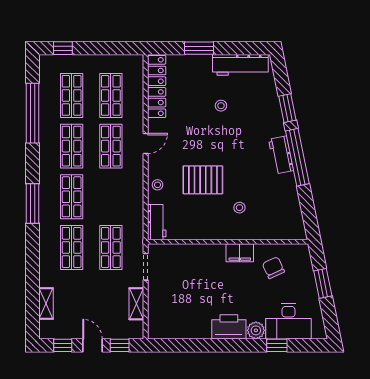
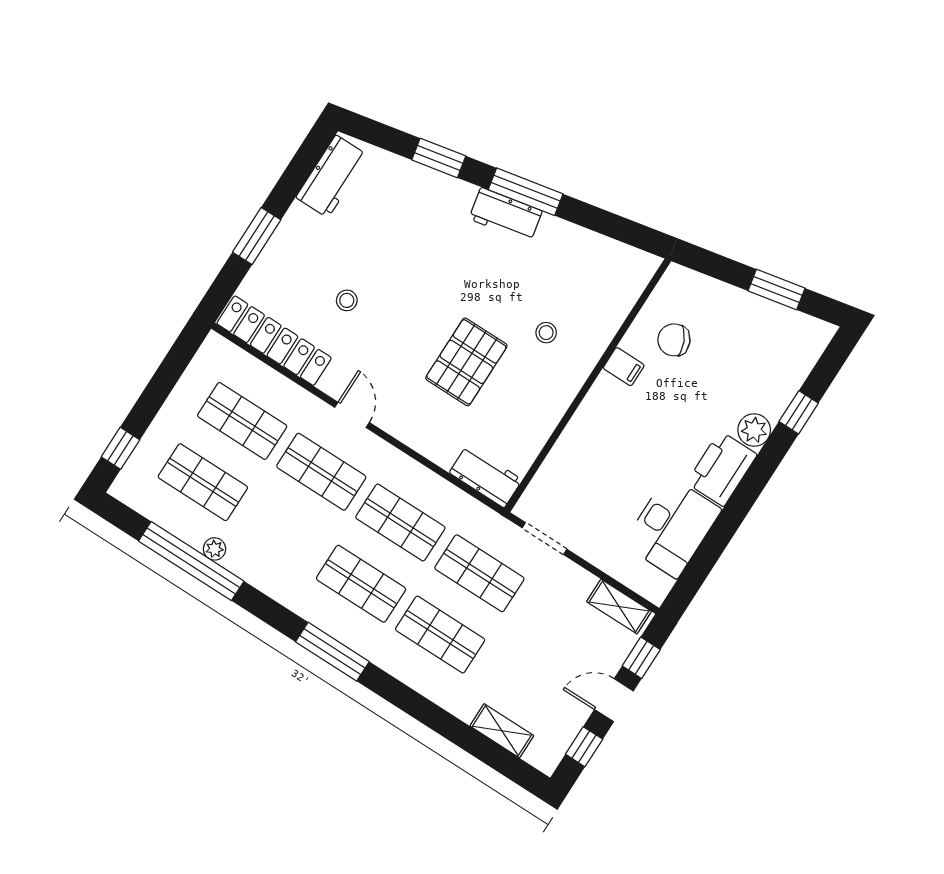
workbench: (240, 65) -> (332, 176), width x0.73
stool: (221, 106) -> (347, 300), moved
plant: (45, 120) -> (215, 549), added
shop shelf: (72, 146) -> (400, 523), moved
window: (297, 157) -> (526, 192), width x0.68
stool: (157, 185) -> (428, 438), removed
filing cabinet: (240, 253) -> (624, 367), width x0.50
window: (323, 283) -> (777, 289), moved
shelving: (136, 304) -> (619, 606), moved
desk: (288, 321) -> (672, 527), moved

